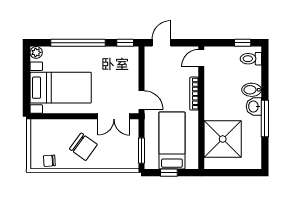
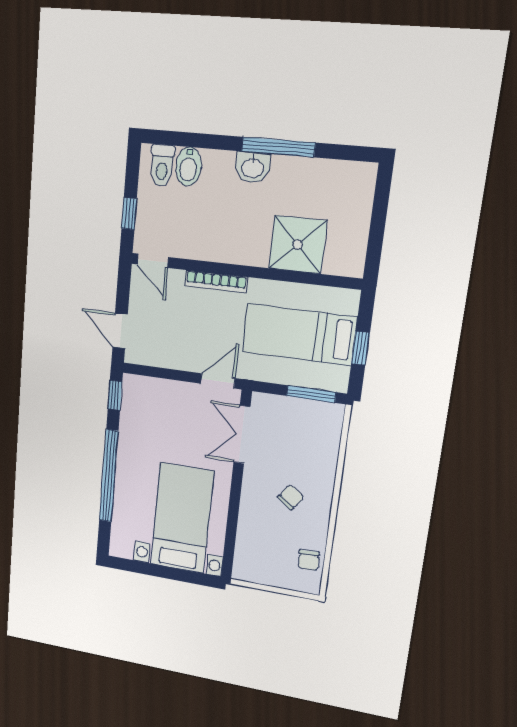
window: (243, 43) -> (129, 214), moved
plant: (36, 52) -> (119, 548), removed
bidet: (252, 90) -> (189, 166), moved
double door: (114, 116) -> (242, 435), swing flipped
shower: (223, 139) -> (298, 245), width x0.73, depth x0.73
chair: (83, 147) -> (291, 497), width x0.54, depth x0.54

